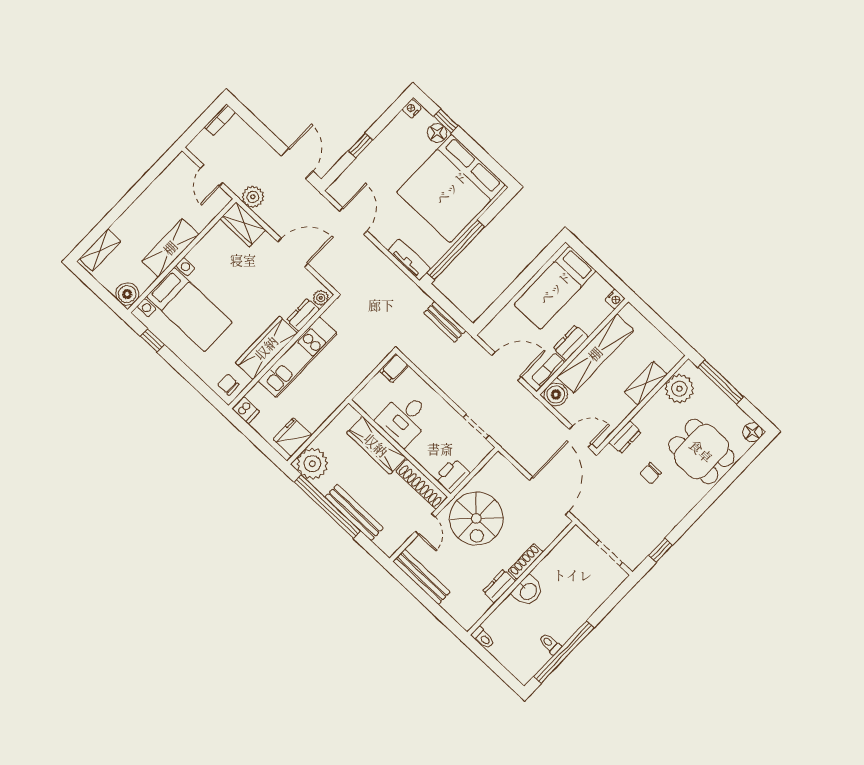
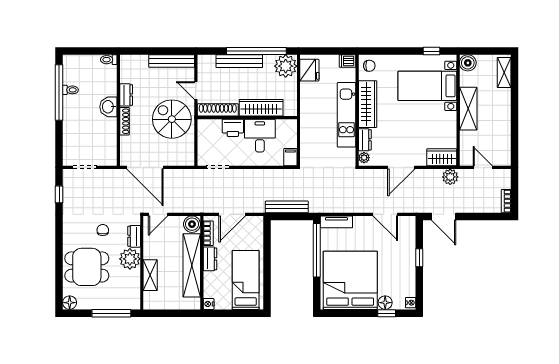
bench: (445, 322) -> (287, 207), width x1.36
plant: (679, 389) -> (130, 259), moved
printer: (452, 476) -> (233, 128), moved, turned 90

